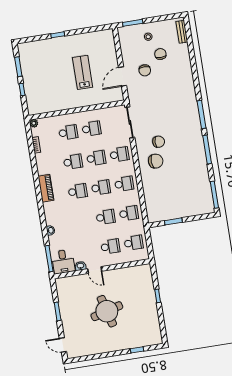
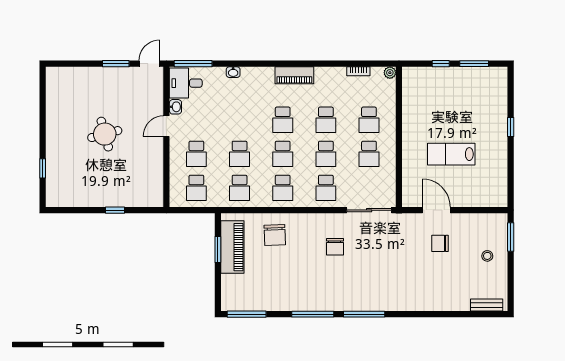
chair: (160, 54) -> (460, 269), removed
lab bench: (83, 72) -> (451, 154), turned 180
chair: (156, 161) -> (275, 235), moved
piano: (170, 212) -> (232, 247), added
round table: (107, 311) -> (105, 134), width x0.73, depth x0.73
door: (63, 345) -> (149, 64), moved

